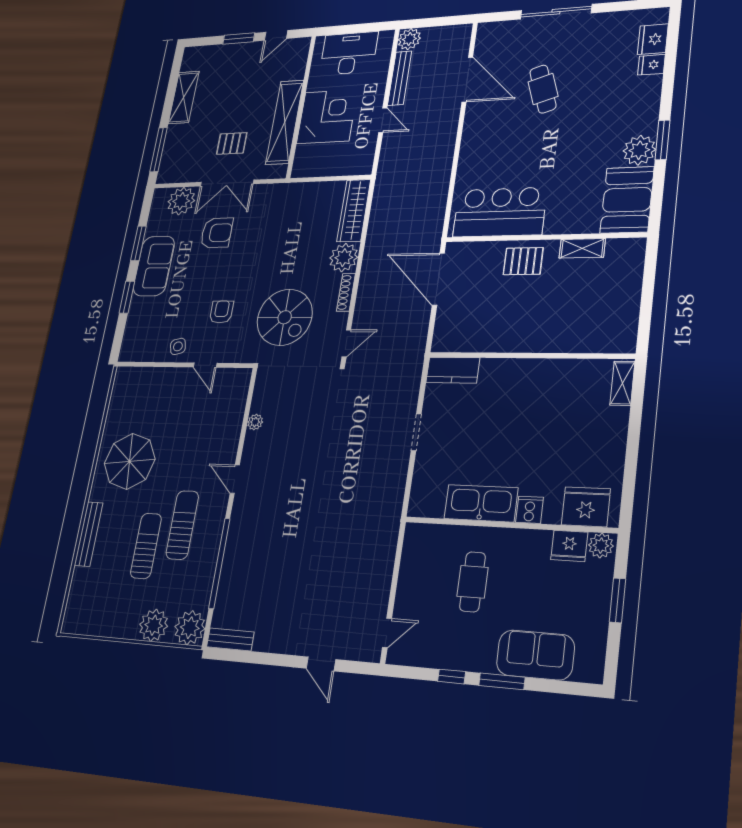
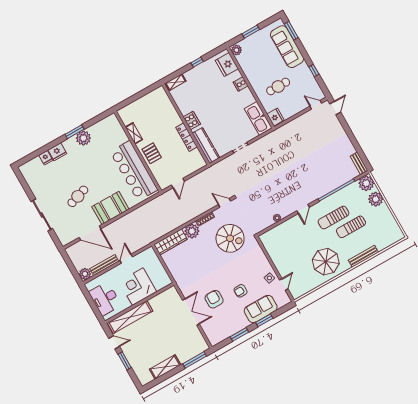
fridge: (653, 39) -> (57, 152), moved
door: (467, 80) -> (90, 233), swing flipped
shelving: (285, 122) -> (130, 317), moved
pallet: (232, 143) -> (173, 324), removed
booth: (627, 200) -> (110, 208), moved
plant: (181, 201) -> (210, 328), removed
bar counter: (500, 212) -> (134, 171), width x1.36
sofa: (154, 266) -> (261, 309), moved
door: (438, 279) -> (178, 183), width x0.53
armchair: (221, 312) -> (241, 291), moved
spiral stairs: (285, 317) -> (230, 238), turned 90
locker: (506, 343) -> (186, 137), added
door: (205, 365) -> (284, 284), moved
kitchen counter: (453, 370) -> (206, 146), width x1.50
cooker: (529, 371) -> (192, 120), added
window: (632, 450) -> (197, 62), added
kitchen sink: (481, 503) -> (258, 118), moved
fridge: (569, 546) -> (276, 117), moved
sofa: (535, 655) -> (287, 47), width x1.36
door: (321, 664) -> (335, 108), moved
window: (502, 681) -> (291, 31), moved

